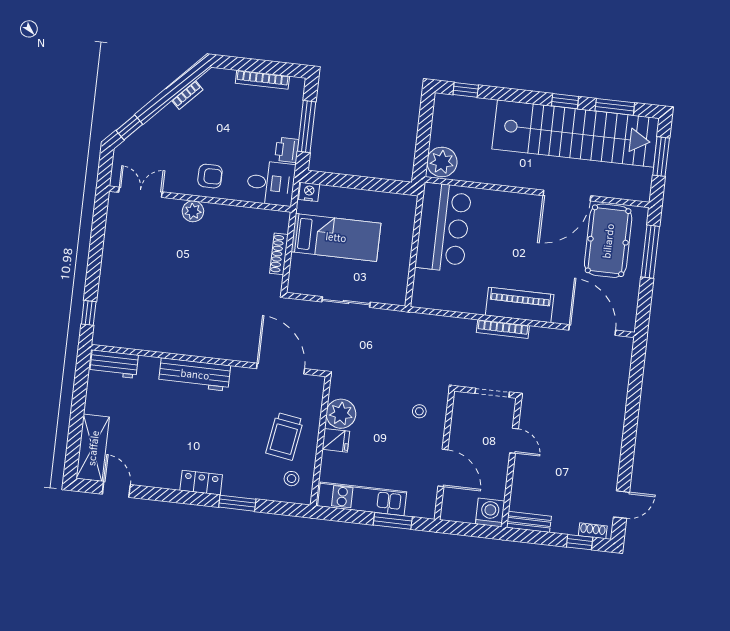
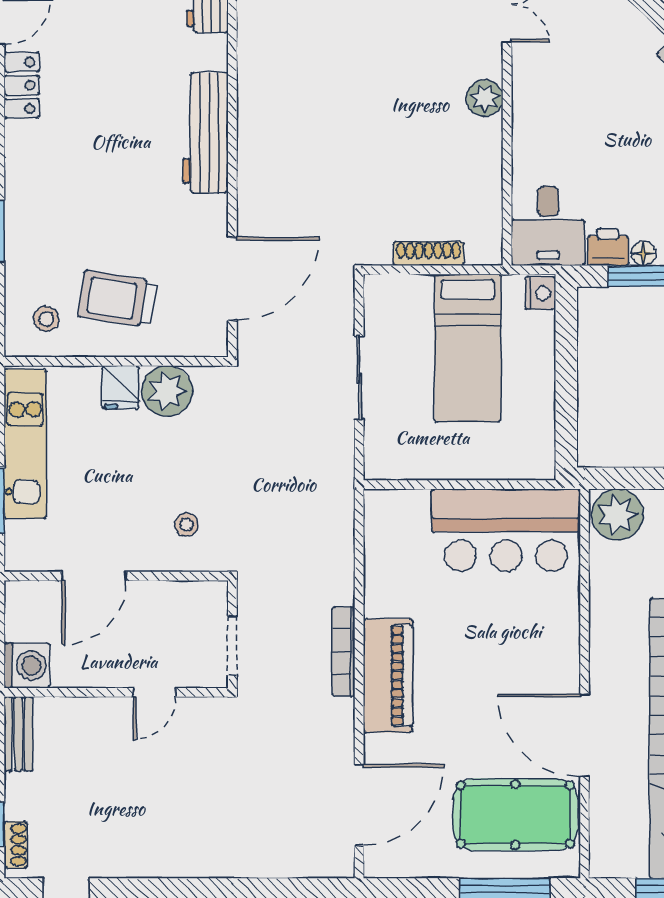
floor lamp: (293, 130) -> (644, 253), added
armchair: (210, 176) -> (548, 120), removed
locker: (201, 483) -> (22, 85), moved

